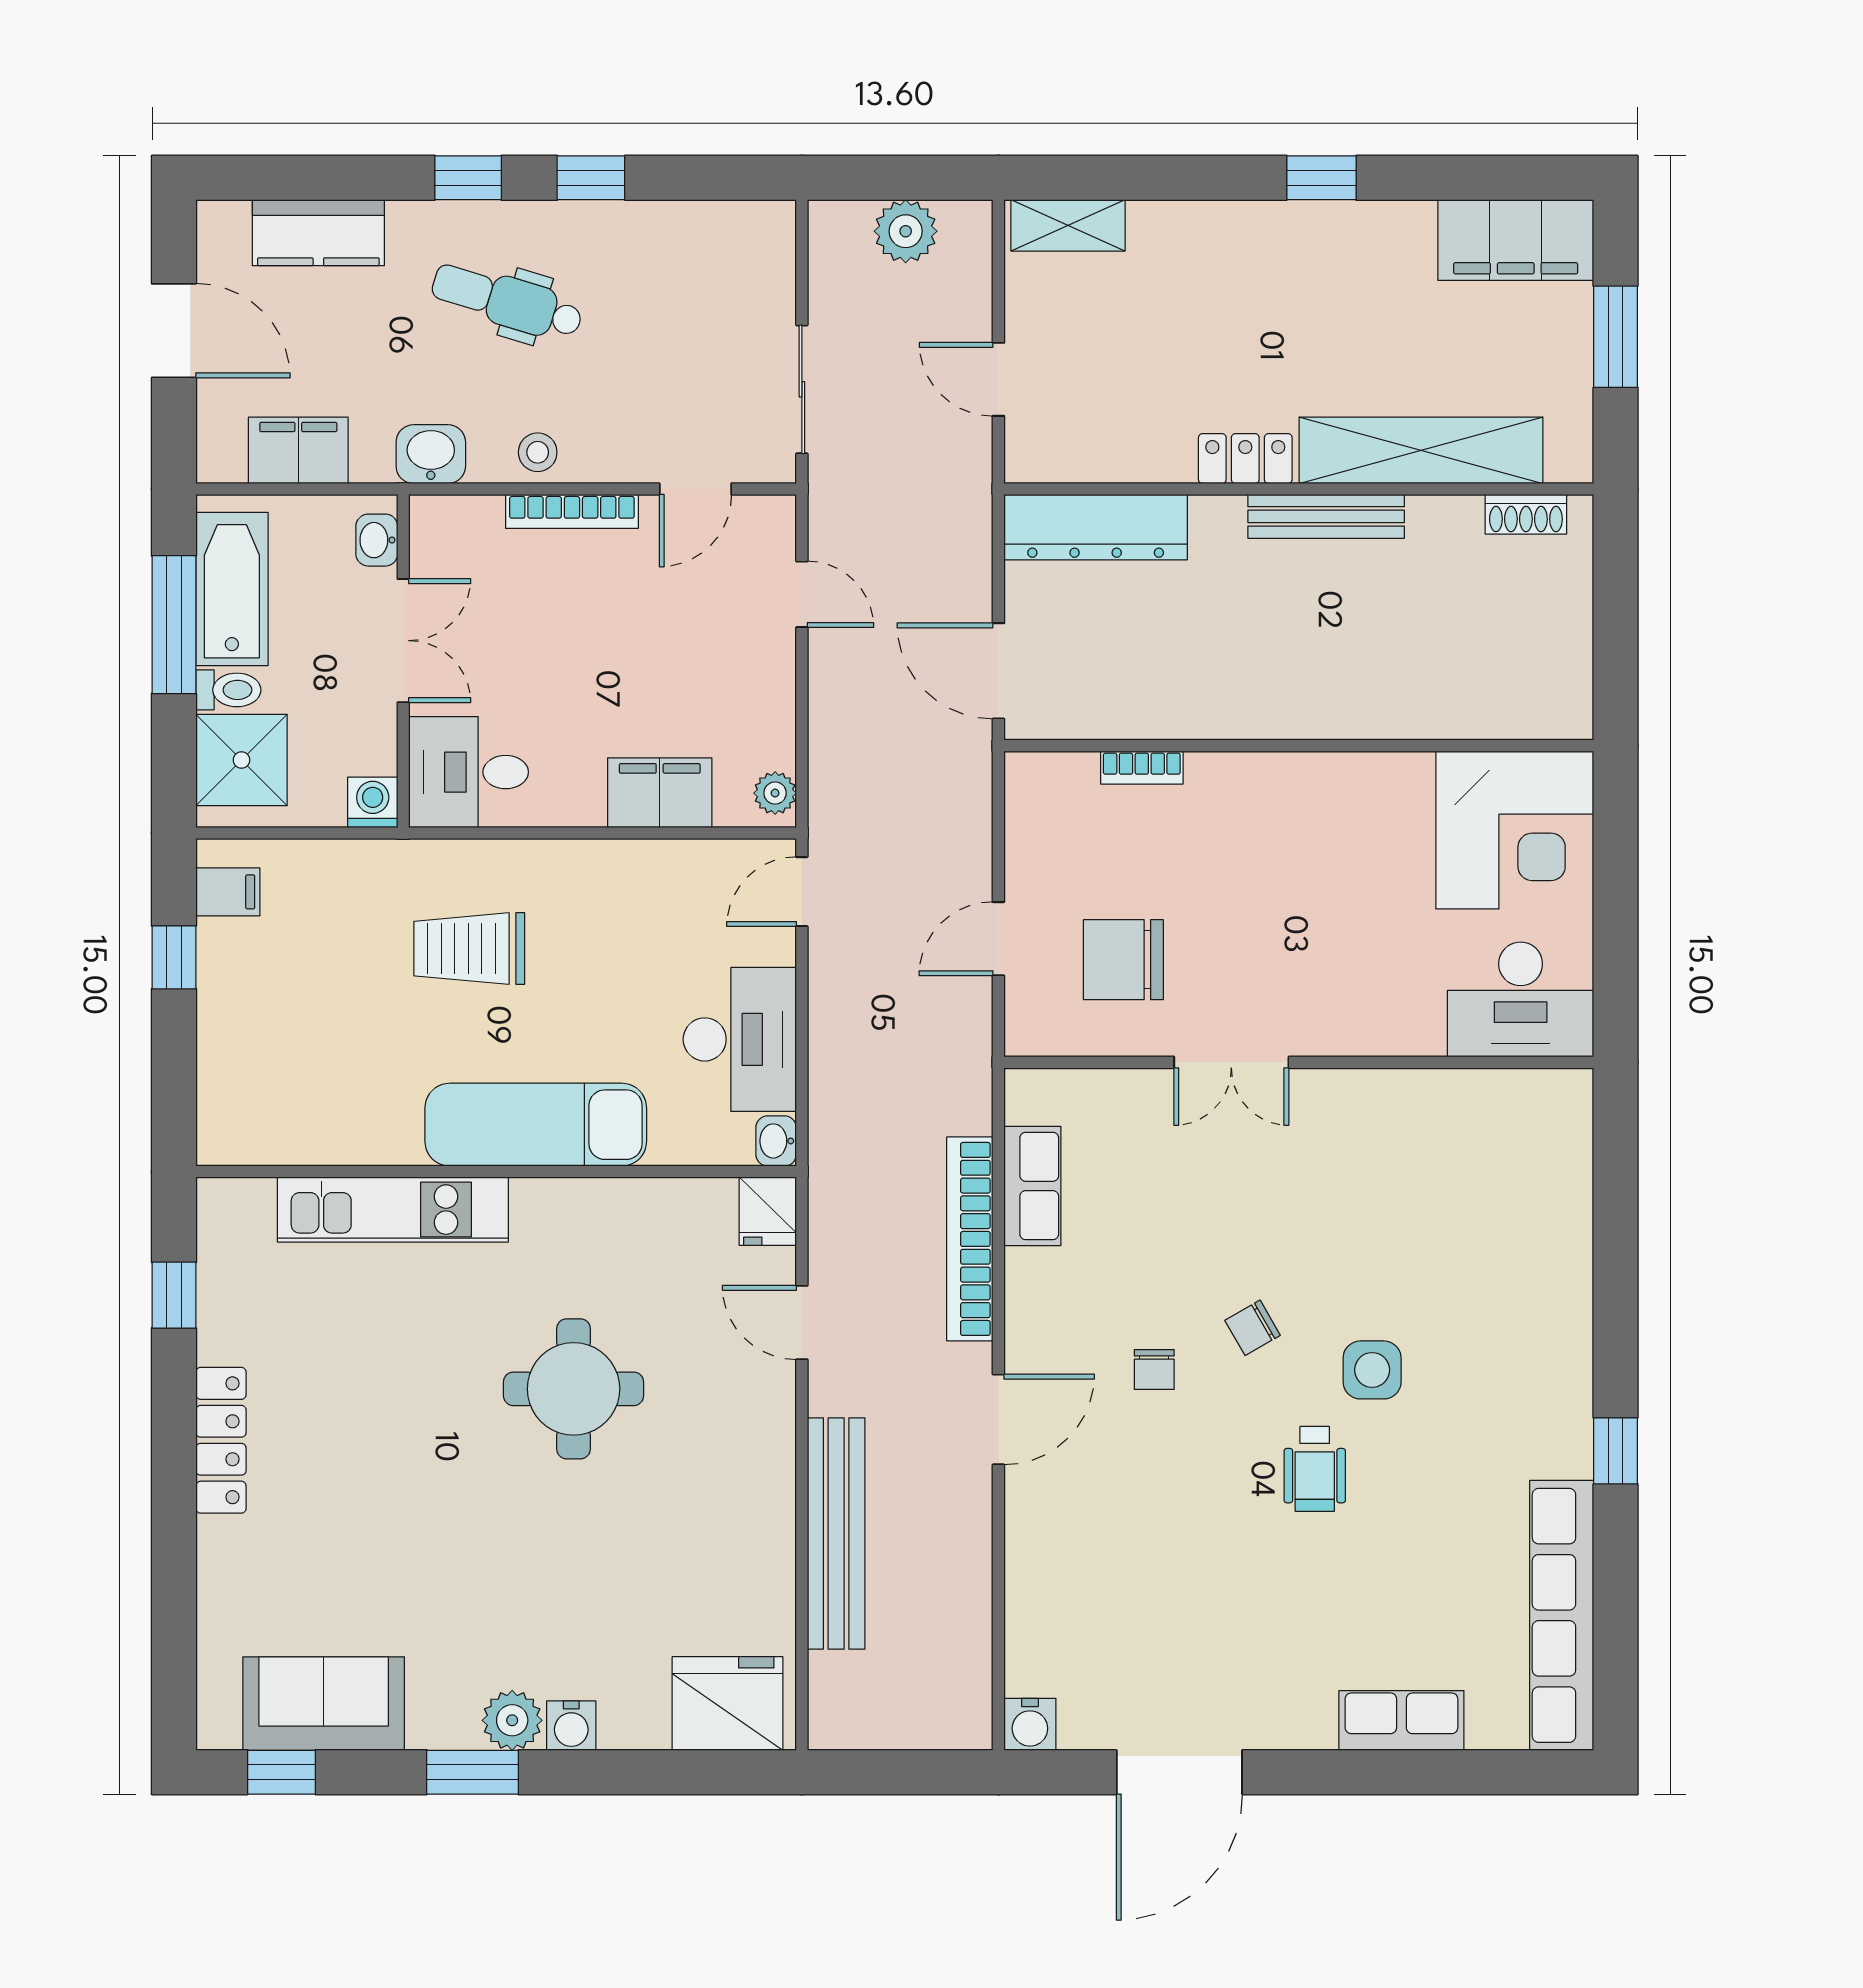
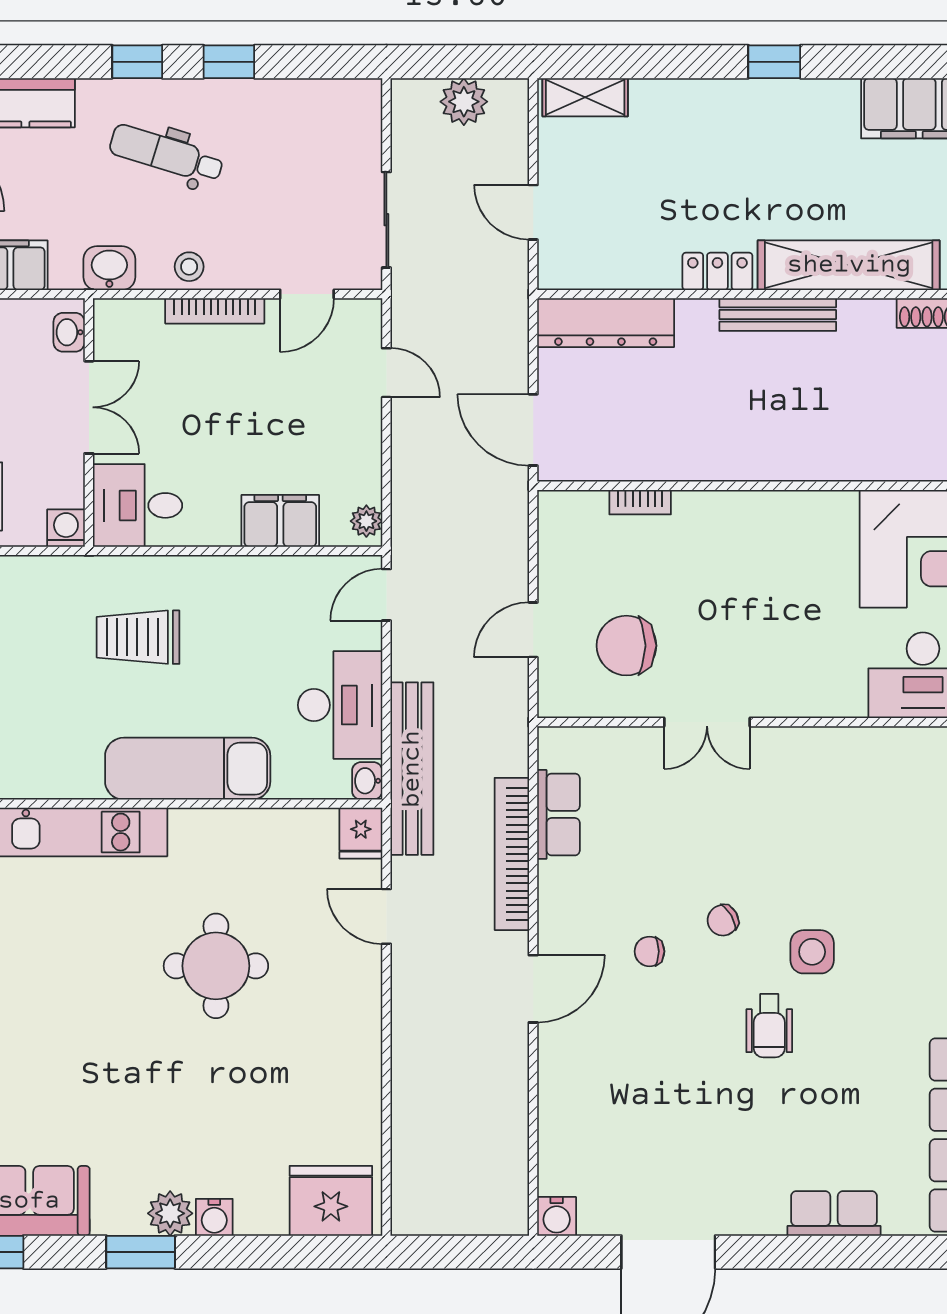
chair: (1154, 1370) -> (649, 951), turned 90
bench: (836, 1533) -> (412, 769), moved

